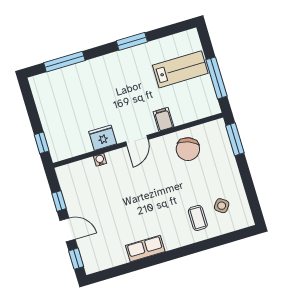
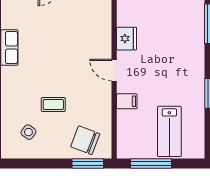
chair: (188, 149) -> (85, 140), moved
water cooler: (100, 160) -> (106, 30), removed
coffee table: (198, 218) -> (53, 105), moved

